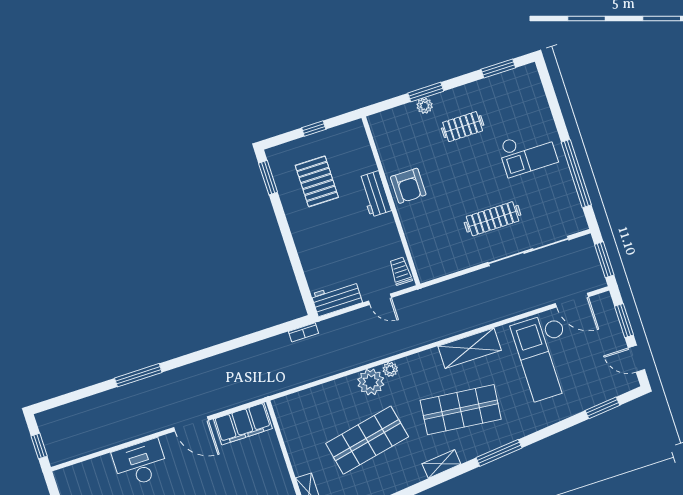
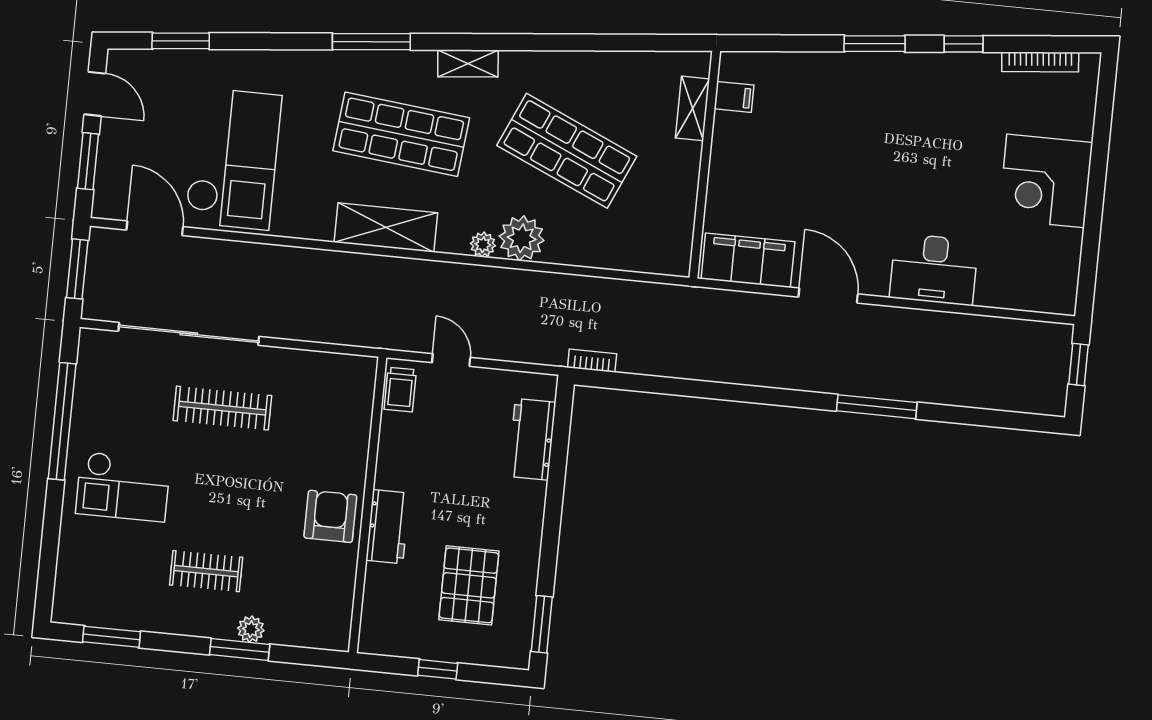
checkout: (528, 153) -> (123, 487), turned 180
workbench: (337, 298) -> (532, 439), moved, turned 90
shelving: (470, 348) -> (386, 227), moved
shop shelf: (367, 440) -> (567, 151), turned 36

